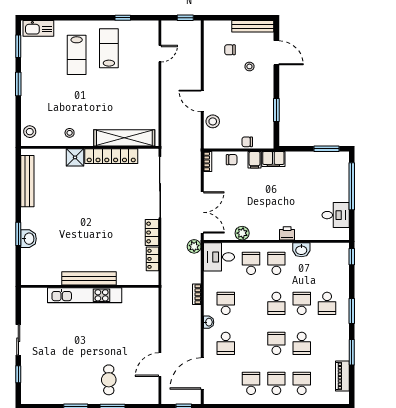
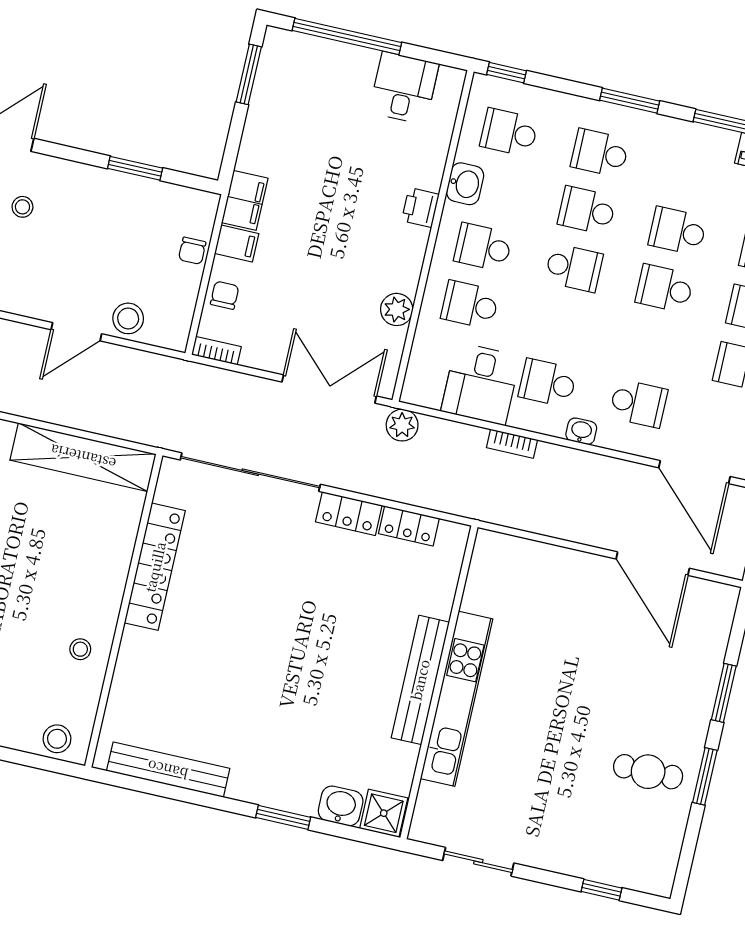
shelving: (124, 138) -> (83, 457), moved, turned 90
shower: (75, 157) -> (384, 813), moved
washbasin: (29, 239) -> (341, 806), moved
desk: (219, 257) -> (481, 384), moved
school desk: (327, 263) -> (509, 132), added
school desk: (327, 303) -> (600, 153), turned 180
sliding door: (18, 340) -> (478, 862), moved
school desk: (302, 343) -> (678, 231), turned 180
door: (160, 365) -> (653, 564), width x1.36
cafe table: (109, 380) -> (648, 772), moved

